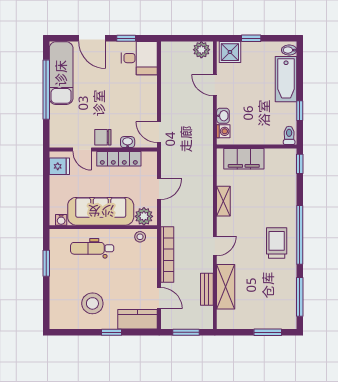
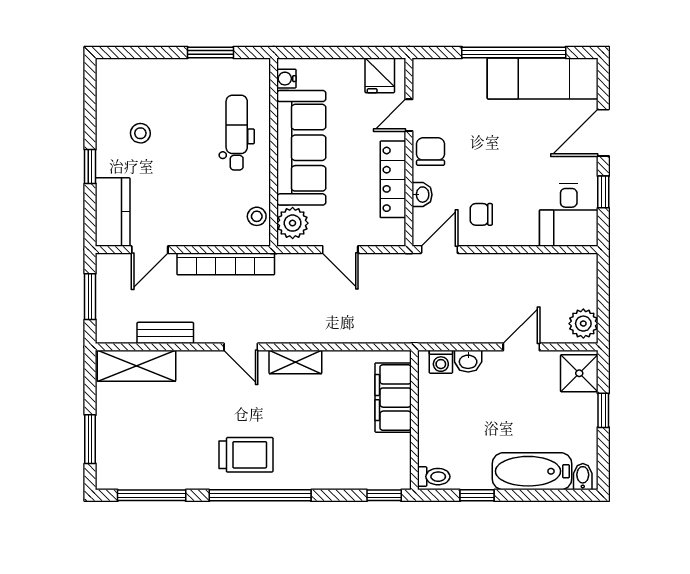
chair: (139, 108) -> (481, 214), added
shelving: (223, 201) -> (295, 362), moved
shelving: (226, 287) -> (136, 366), moved
stool: (92, 303) -> (140, 133), width x0.53, depth x0.53

